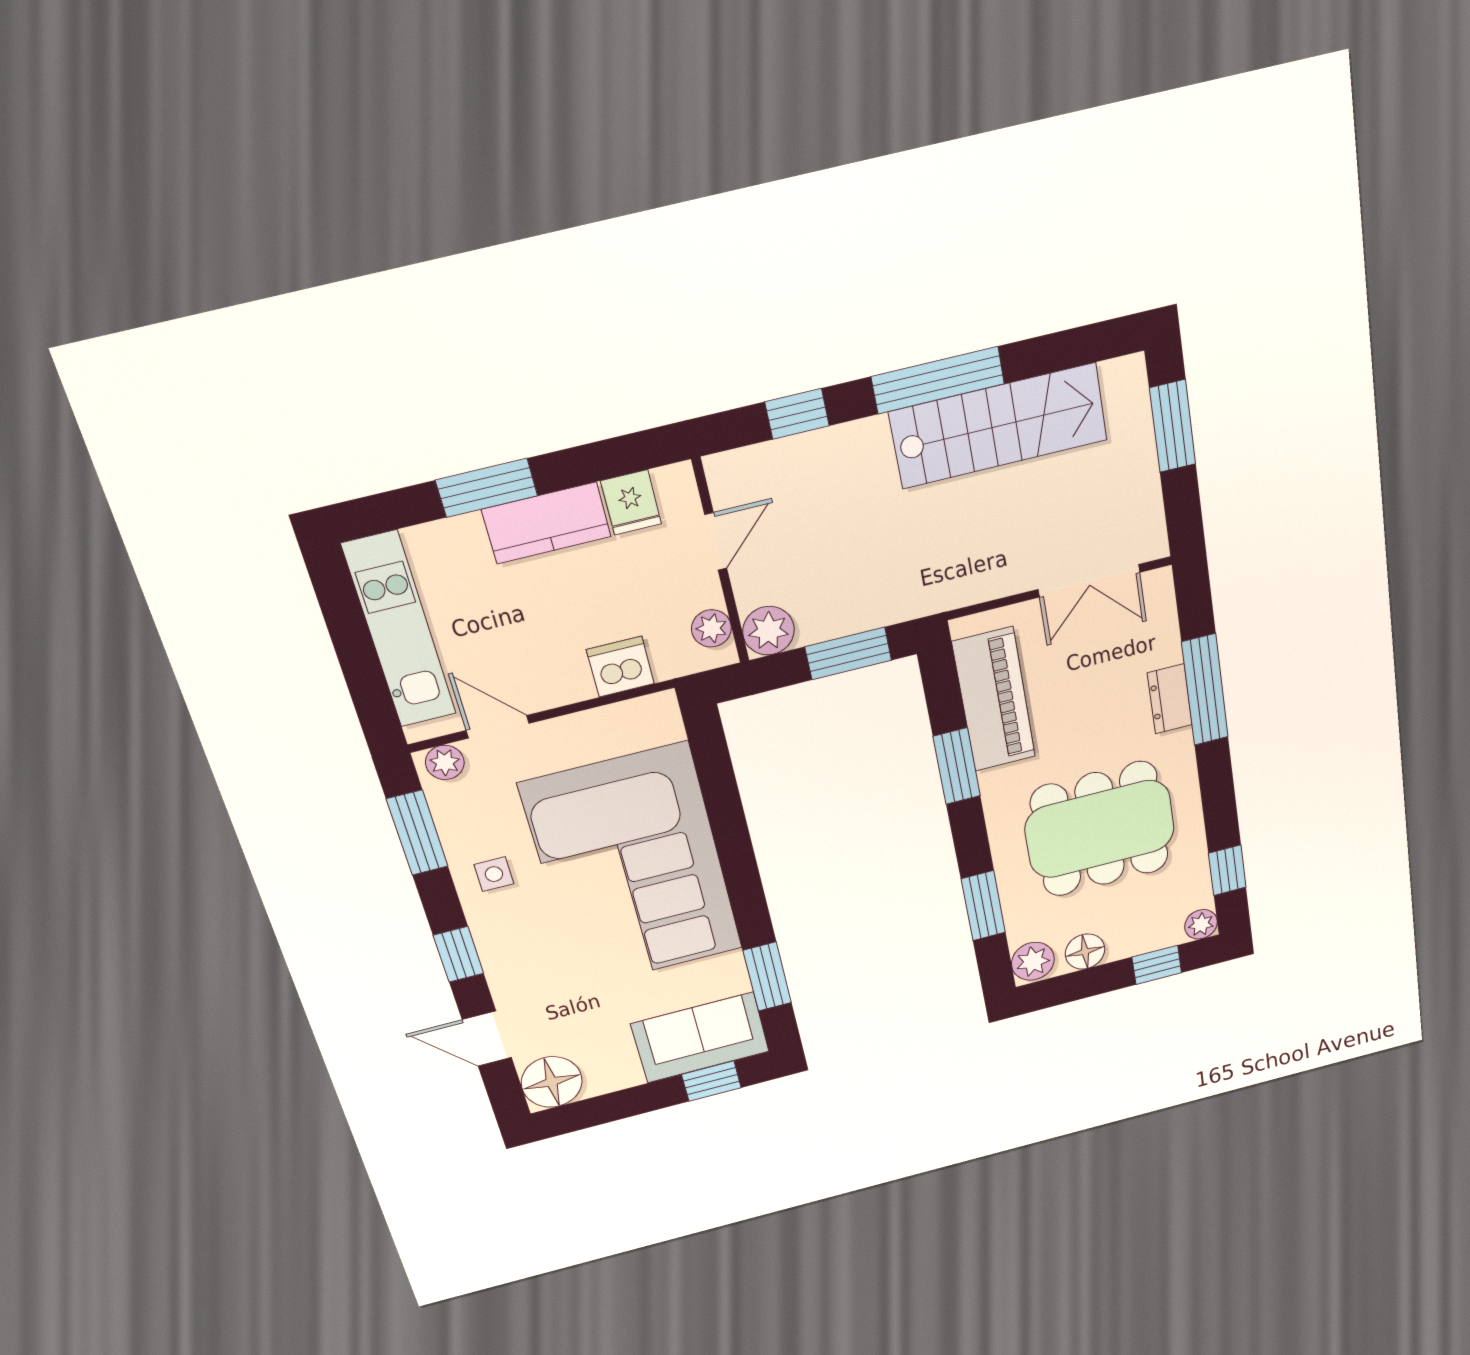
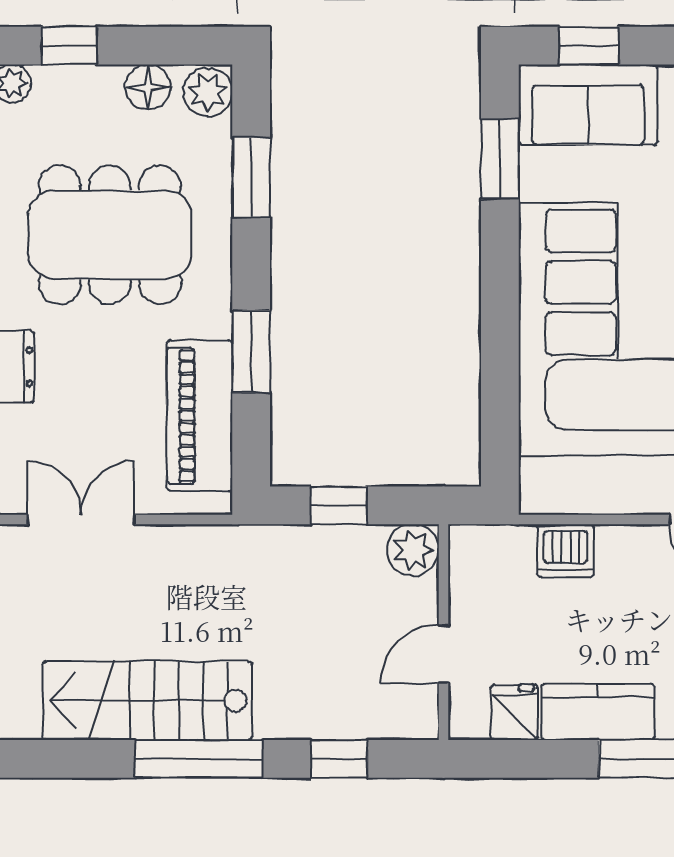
plant: (711, 628) -> (468, 567), removed
window: (848, 654) -> (339, 505), width x0.67

